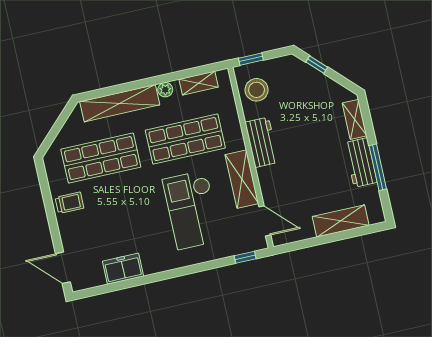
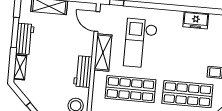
checkout: (192, 210) -> (141, 43), turned 180

